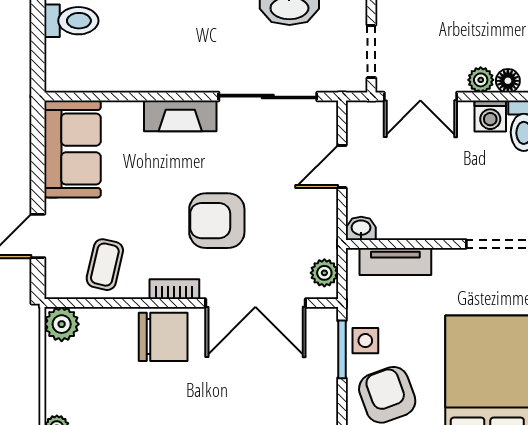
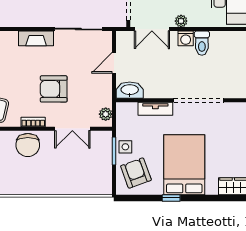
floor lamp: (508, 81) -> (194, 21), removed
washbasin: (361, 228) -> (130, 90), width x1.91, depth x1.45
tv unit: (395, 262) -> (155, 109), moved
double door: (255, 303) -> (72, 129), width x0.73
chair: (163, 337) -> (28, 145), turned 90

